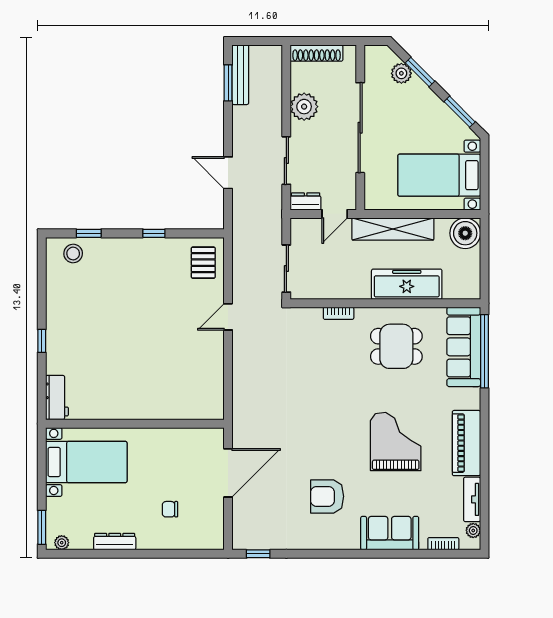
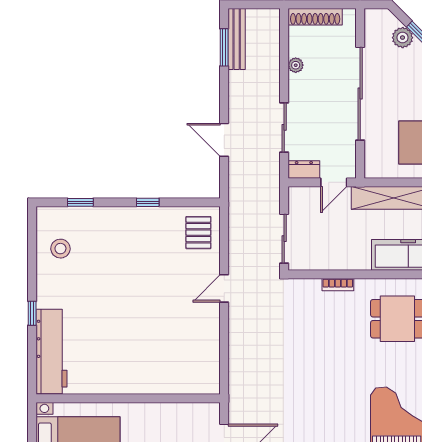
plant: (304, 107) -> (296, 65), width x0.53, depth x0.53
stool: (73, 254) -> (60, 249), moved
workbench: (57, 397) -> (52, 352), width x1.88, depth x1.32

